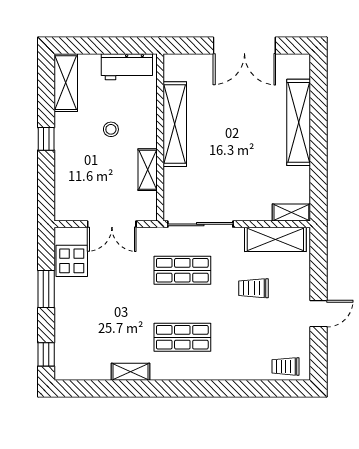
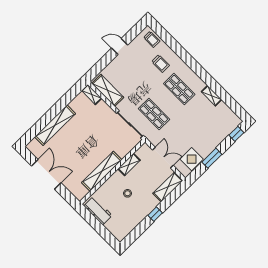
shelving: (66, 83) -> (168, 187), moved
trolley: (254, 288) -> (160, 64), moved

